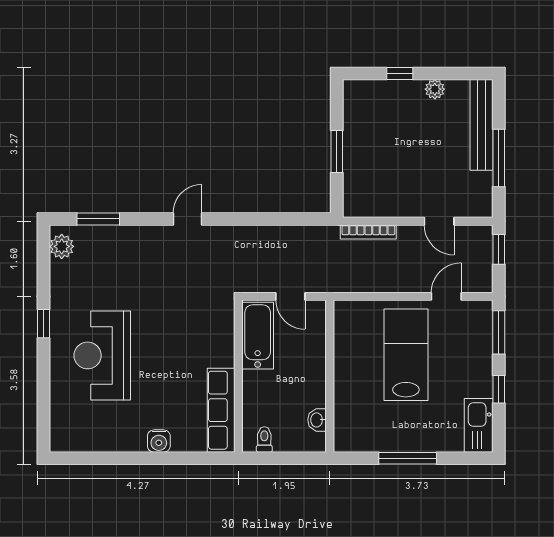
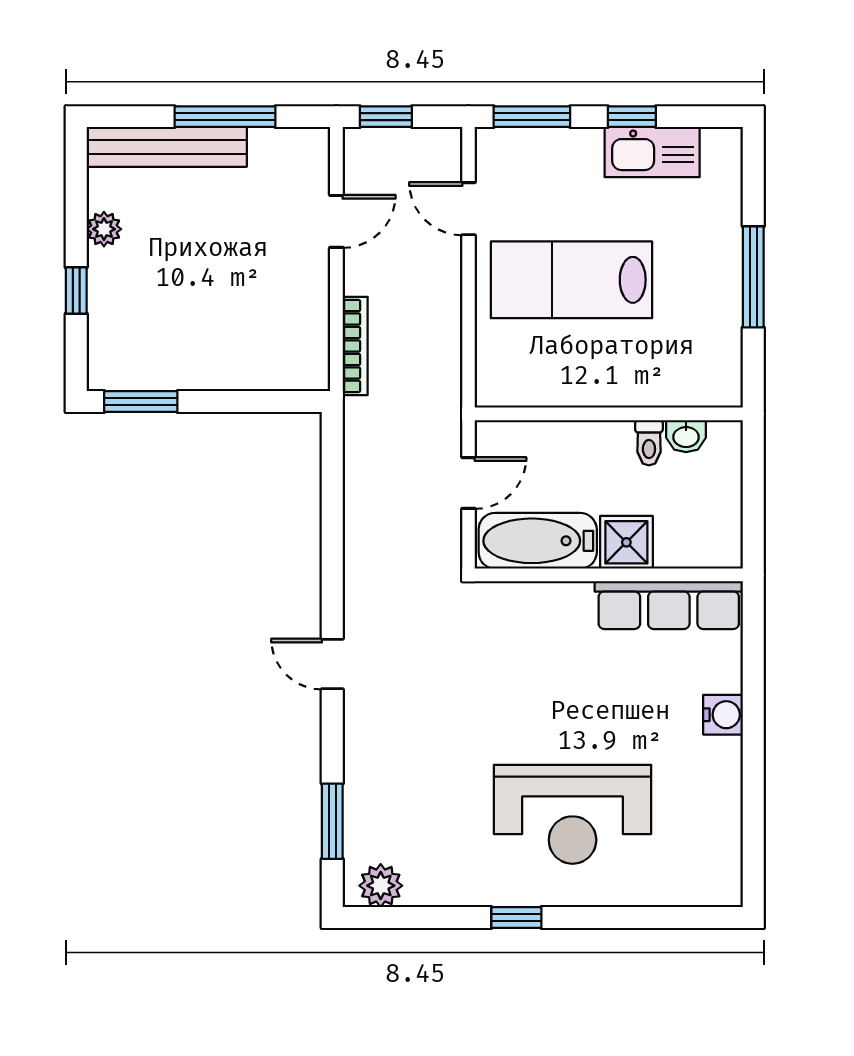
window: (337, 152) -> (141, 401), moved
shower: (257, 386) -> (626, 542), added
kitchen sink: (479, 425) -> (652, 152), moved
toilet: (264, 439) -> (649, 443), moved, turned -90

